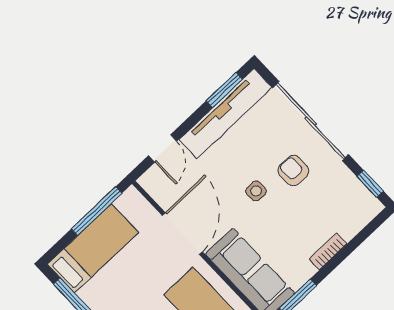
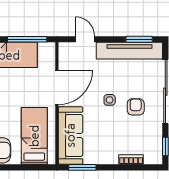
door: (163, 148) -> (85, 39), swing flipped
bookcase: (328, 251) -> (131, 159), moved

